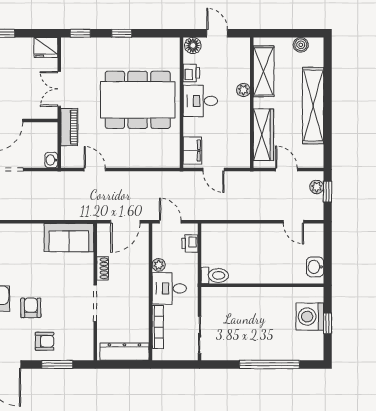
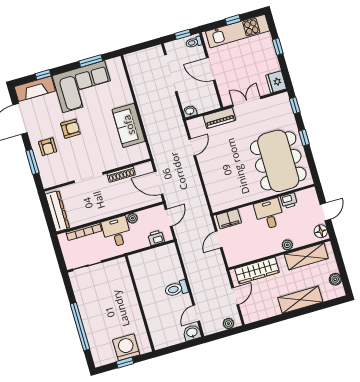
floor lamp: (193, 45) -> (321, 231), moved
dining table: (138, 100) -> (278, 161), moved
shelving: (313, 106) -> (300, 300), width x0.68
window: (328, 192) -> (227, 333), removed
sofa: (69, 238) -> (129, 125), moved
washbasin: (315, 267) -> (192, 333), moved
shoe rack: (102, 268) -> (121, 174), width x1.43
toilet: (215, 275) -> (176, 289), moved, turned 90

